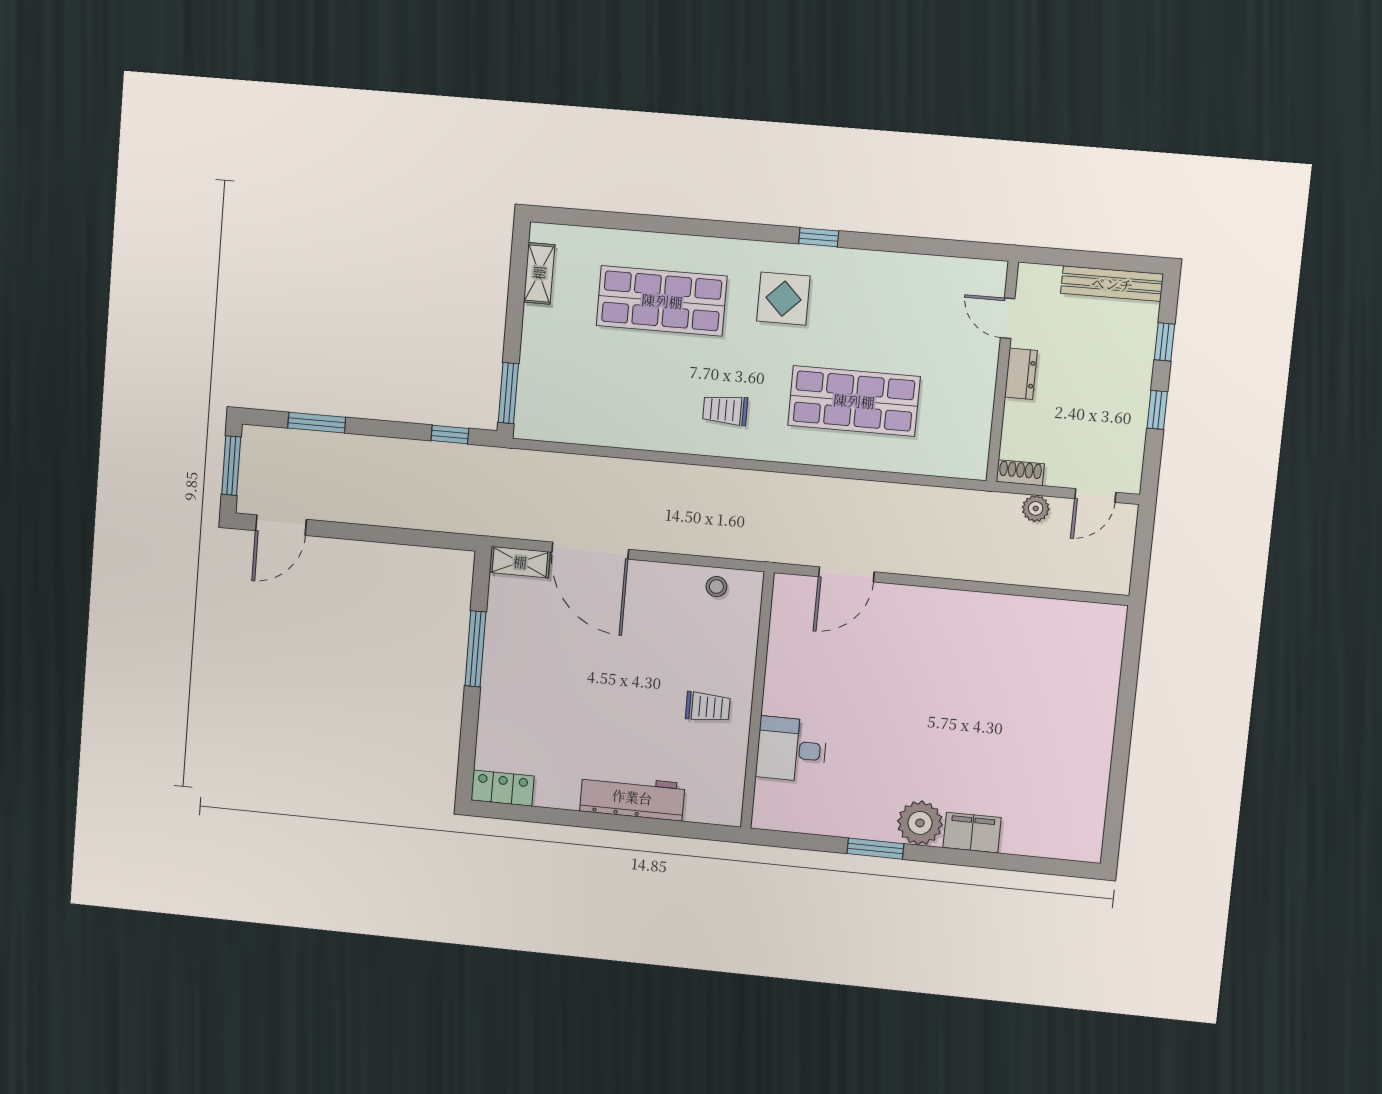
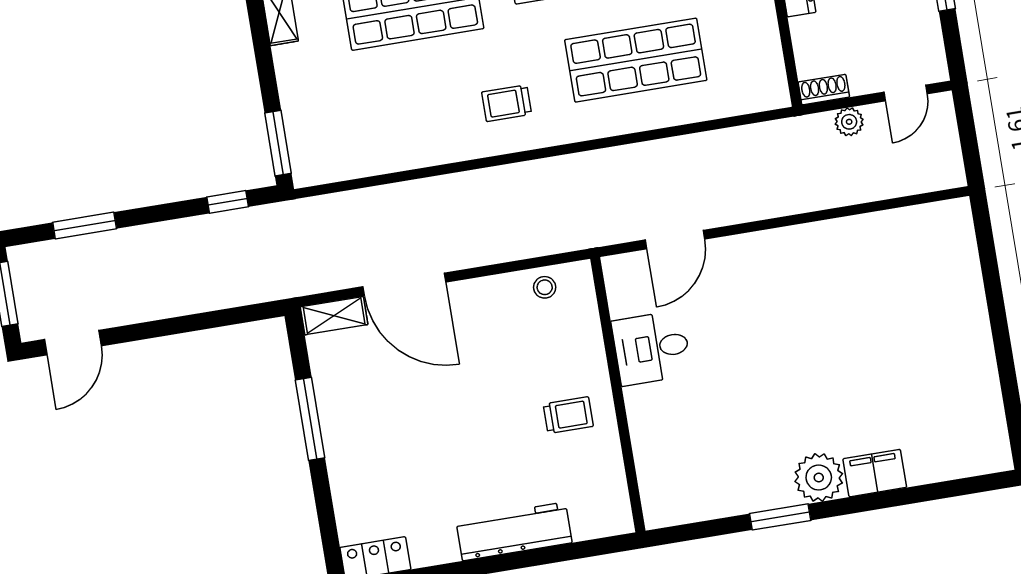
desk: (791, 749) -> (652, 348), moved

